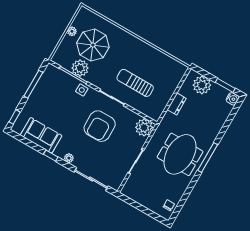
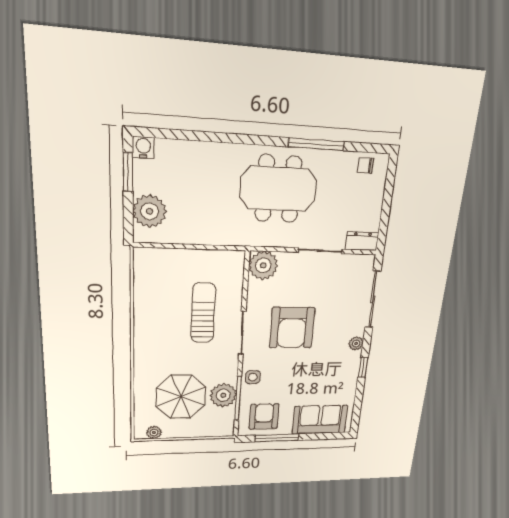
plant: (72, 31) -> (154, 432), moved
sun lounger: (135, 83) -> (203, 313), turned 180
armchair: (52, 84) -> (264, 416), added
dresser: (177, 104) -> (362, 241), moved
window: (15, 117) -> (331, 436), removed
armchair: (100, 126) -> (292, 328), turned 90
sofa: (41, 135) -> (320, 420), moved, turned 90
window: (208, 157) -> (316, 144), moved

